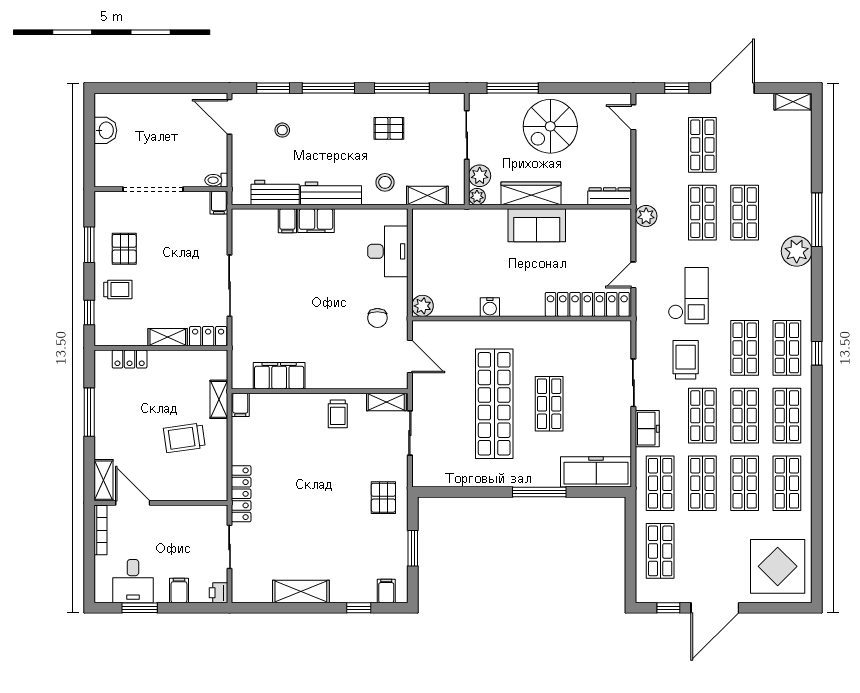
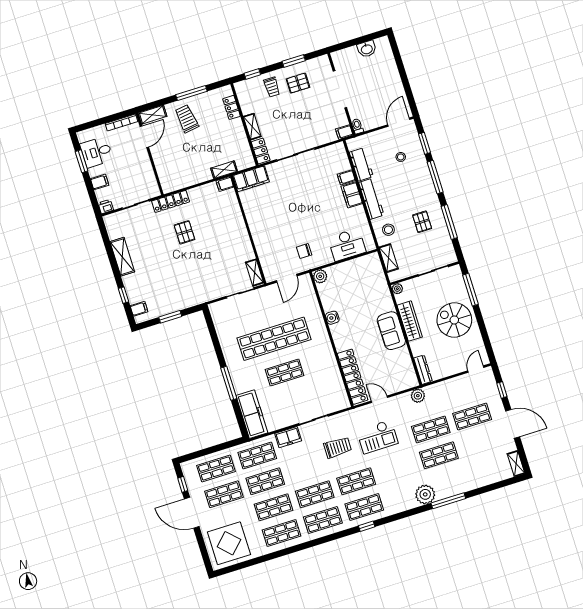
plant: (480, 176) -> (411, 286), removed
filing cabinet: (279, 376) -> (251, 179), moved, turned 90
trolley: (338, 414) -> (238, 245), removed
shop shelf: (702, 416) -> (224, 494), moved
trolley: (184, 438) -> (187, 119), moved
pallet: (383, 498) -> (184, 232), moved, turned 90

